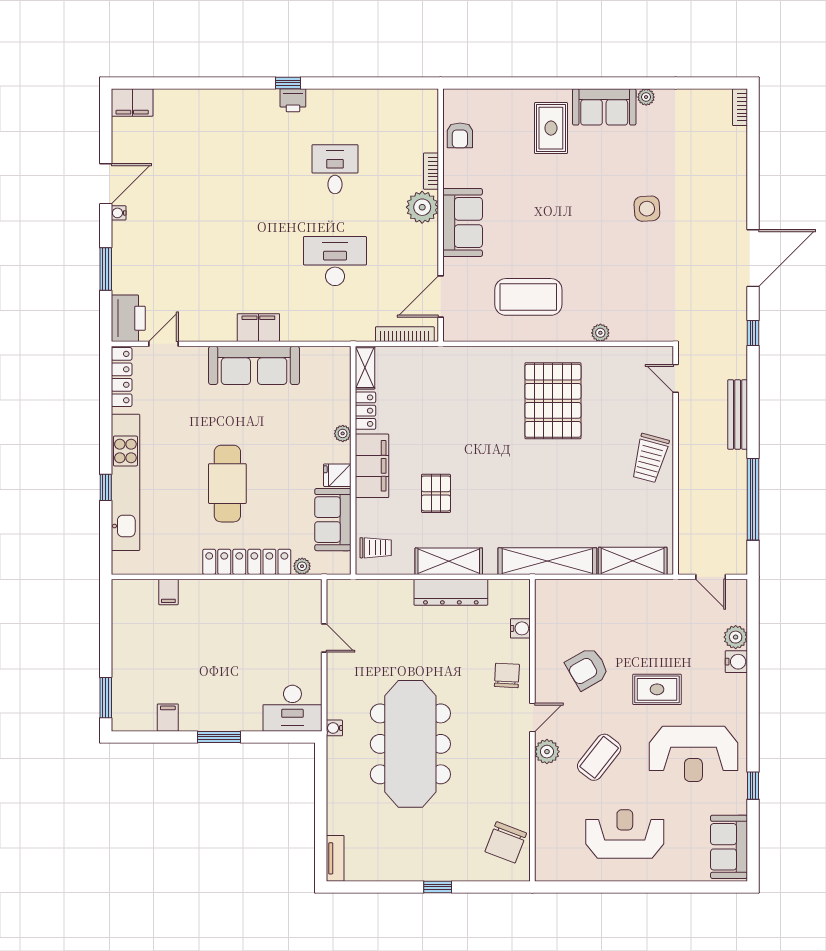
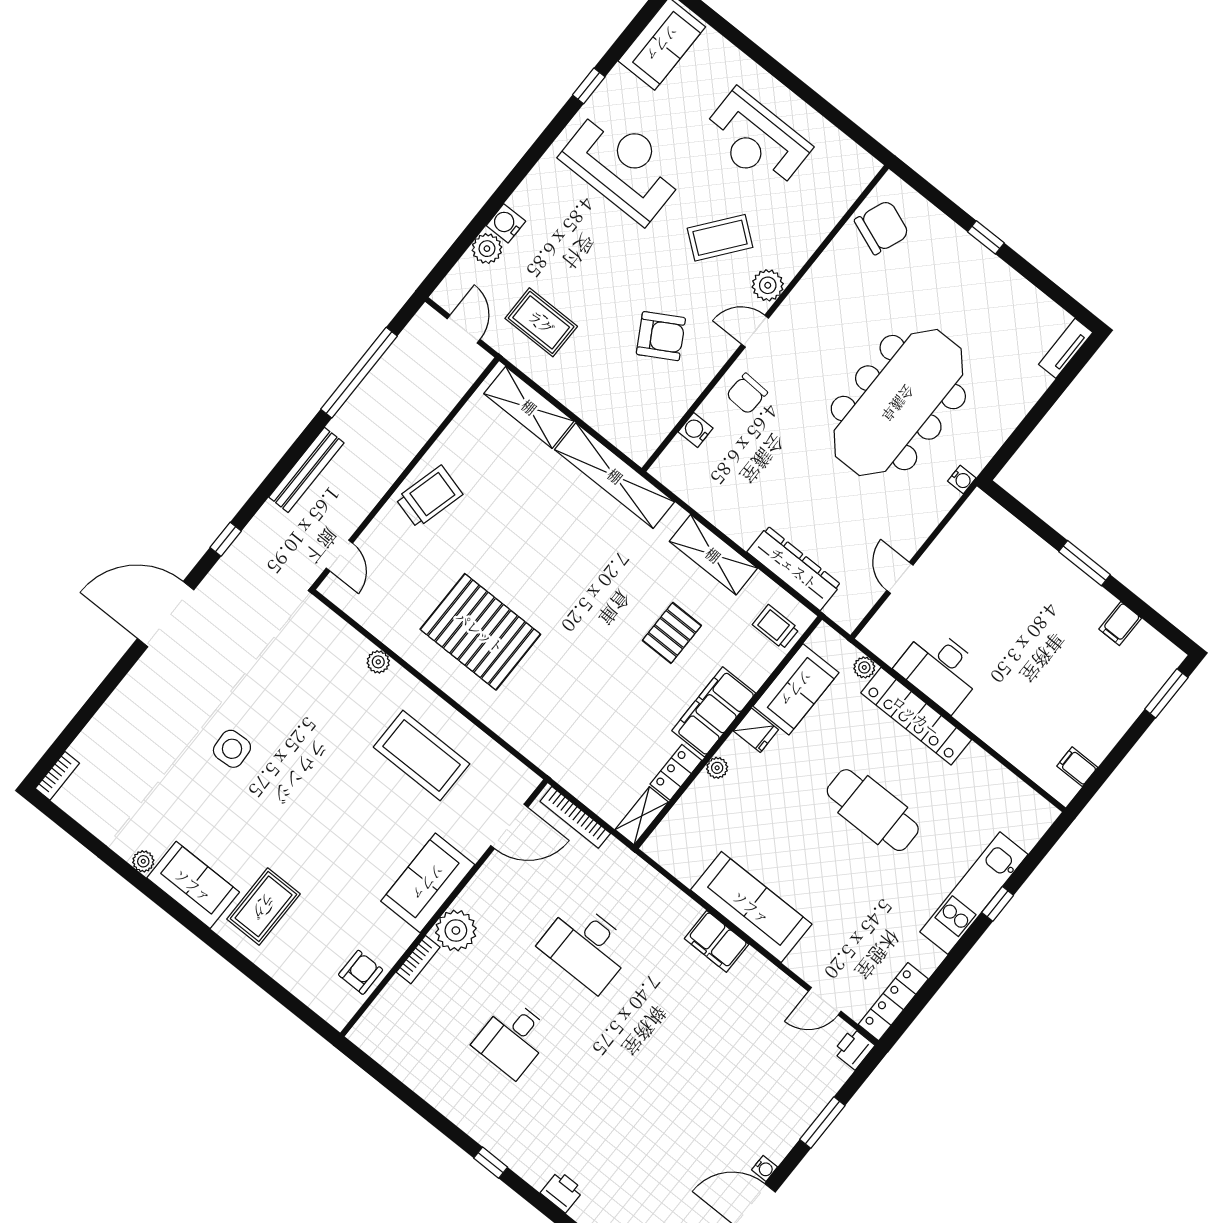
printer: (293, 100) -> (562, 1192), moved
printer: (128, 318) -> (854, 1049), width x0.53, depth x0.68
pallet: (553, 401) -> (480, 632), turned 90
kitchen unit: (125, 482) -> (974, 893), width x0.73
cafe table: (227, 484) -> (873, 810), turned 90
filing cabinet: (168, 592) -> (1077, 767), moved, turned -90
dresser: (451, 592) -> (794, 568), moved
rug: (657, 689) -> (541, 322), moved
desk: (292, 708) -> (940, 669), moved, turned 180

